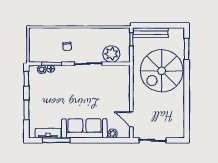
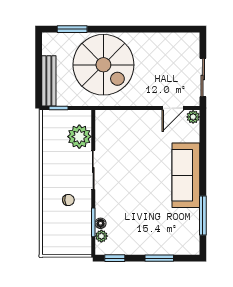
tv unit: (48, 133) -> (193, 227), removed
plant: (112, 134) -> (193, 117), moved

